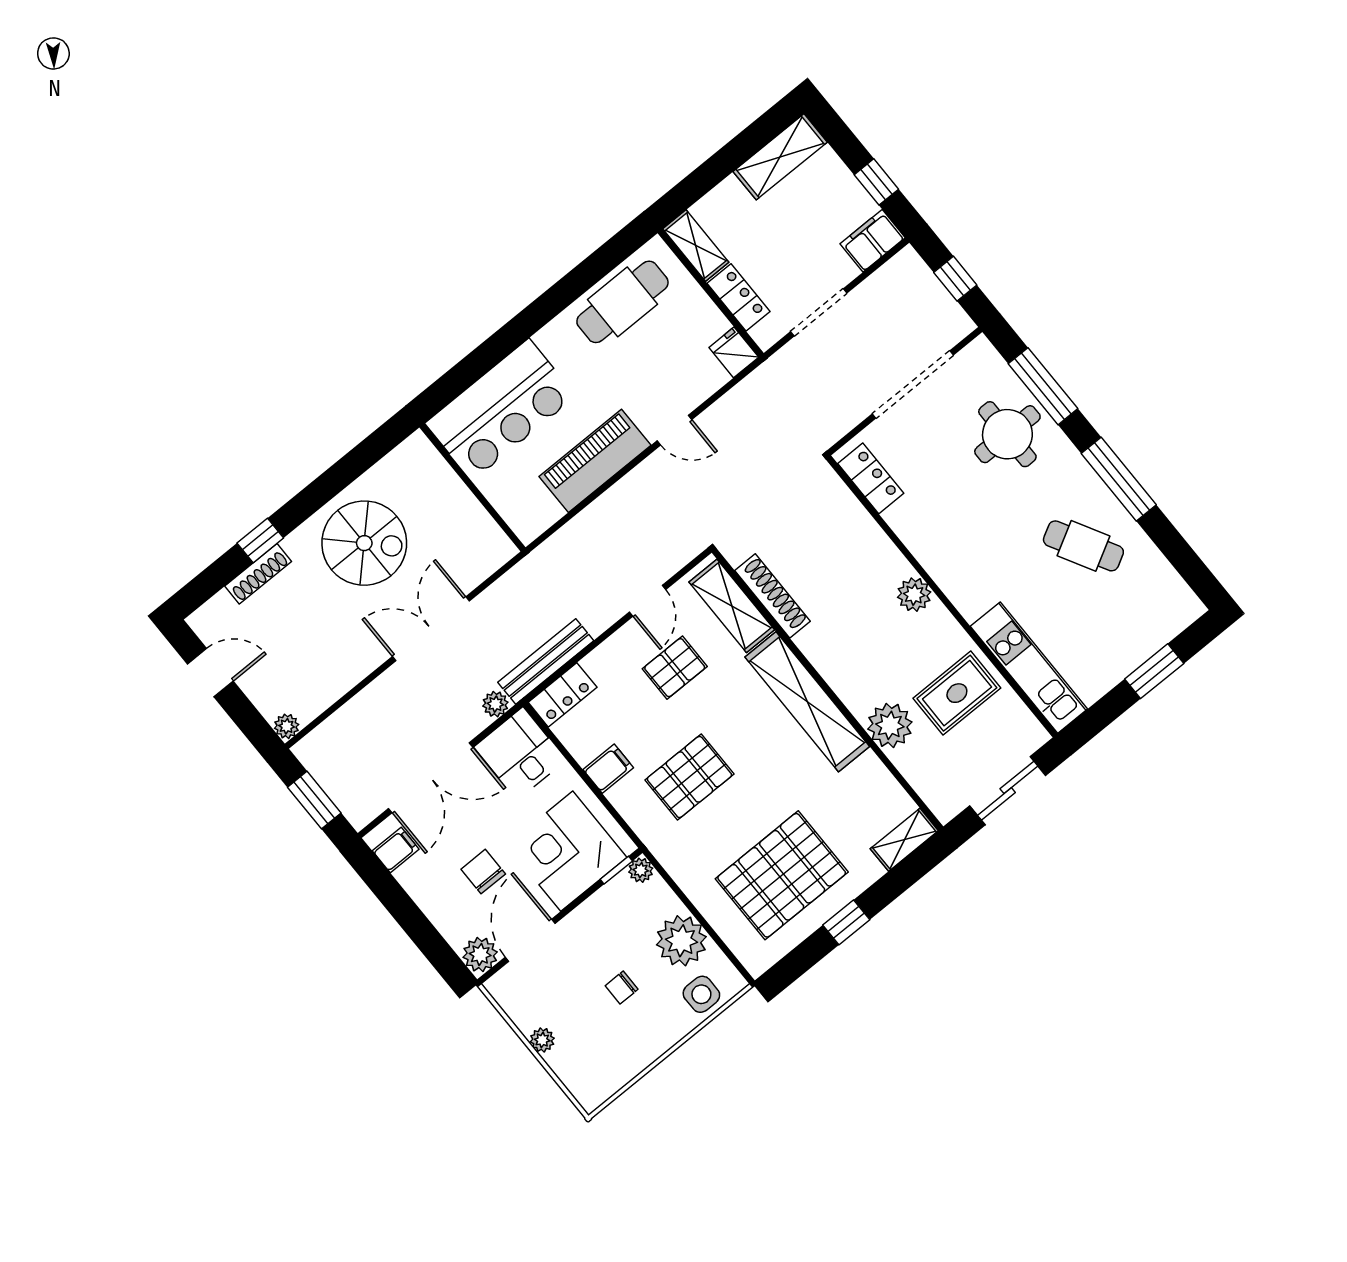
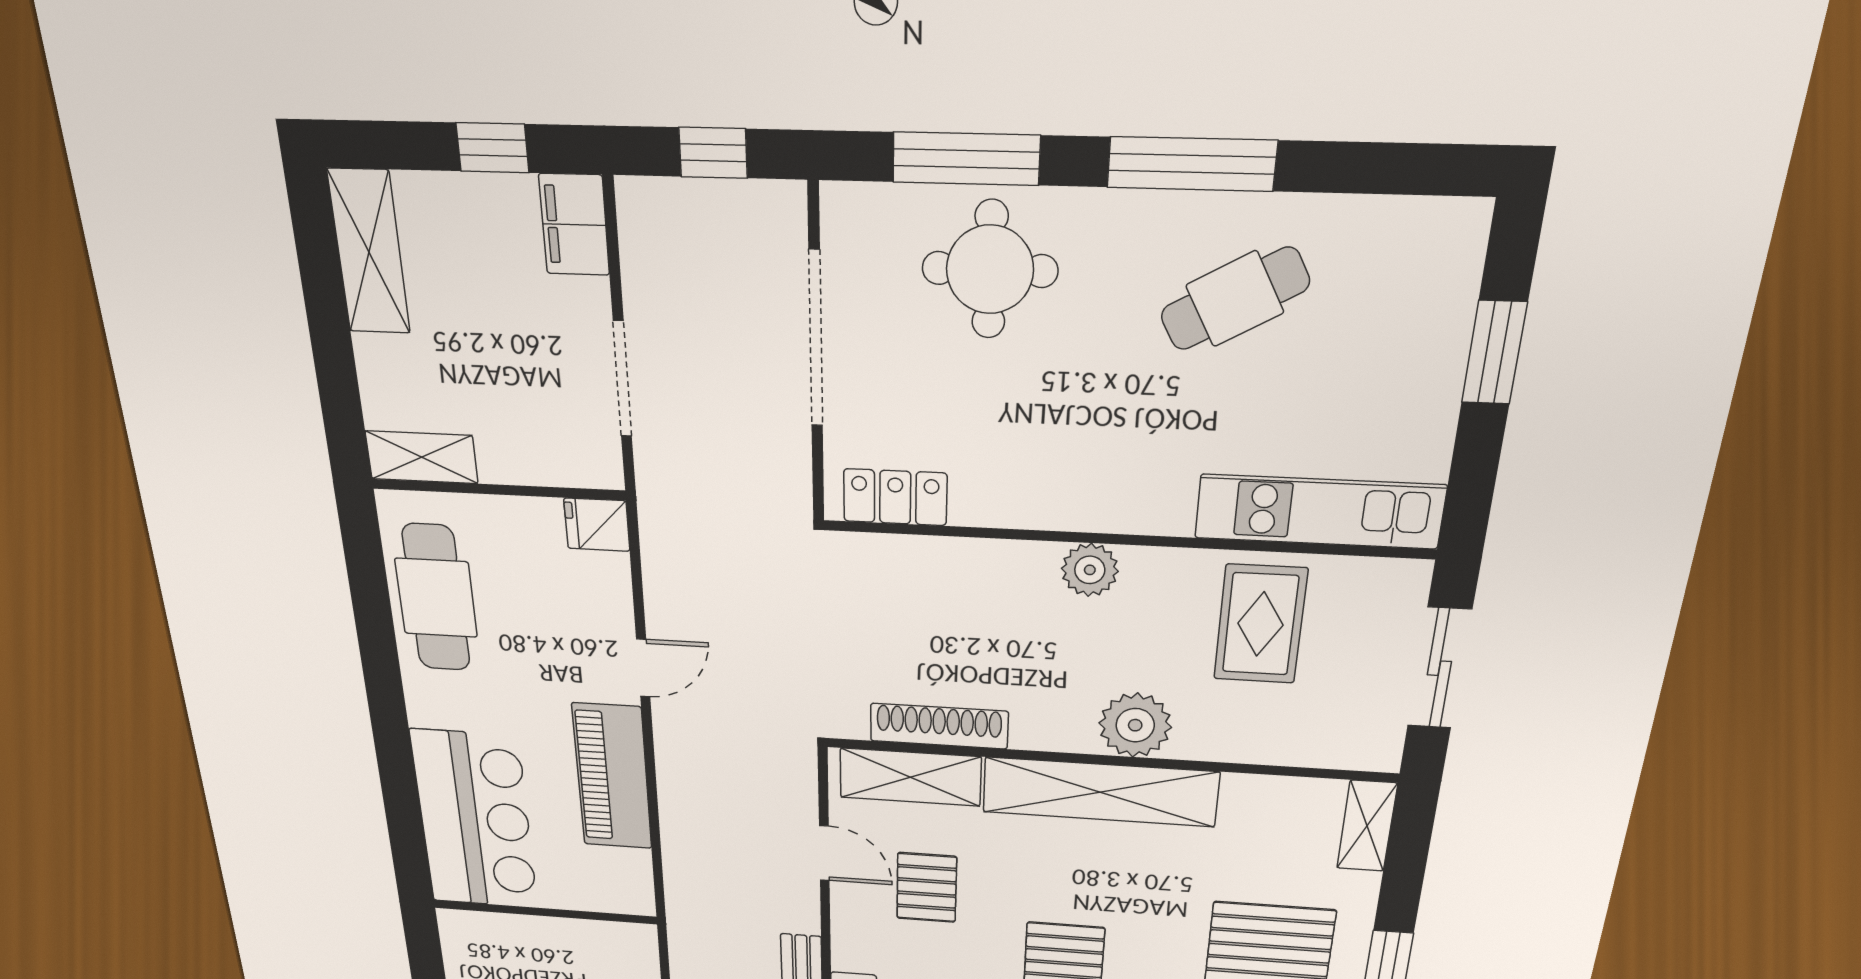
locker: (738, 297) -> (528, 461), removed
plant: (890, 725) -> (1135, 725), moved

